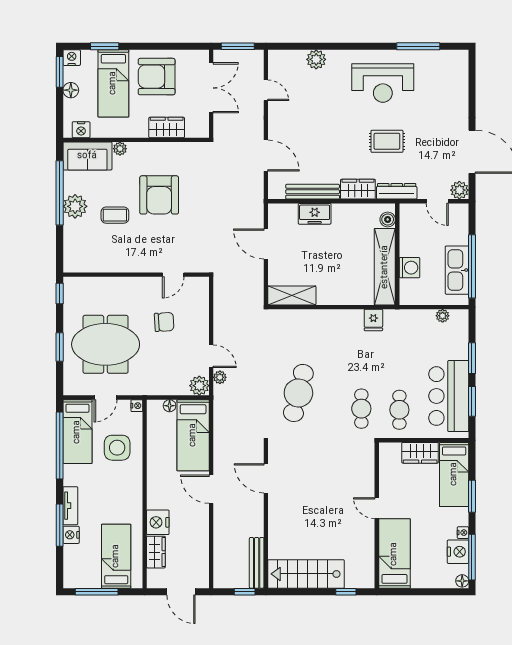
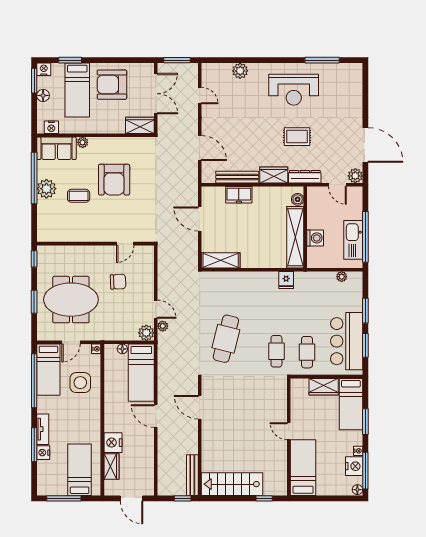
wardrobe: (167, 127) -> (140, 125), moved

